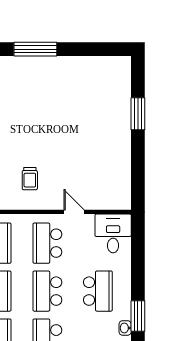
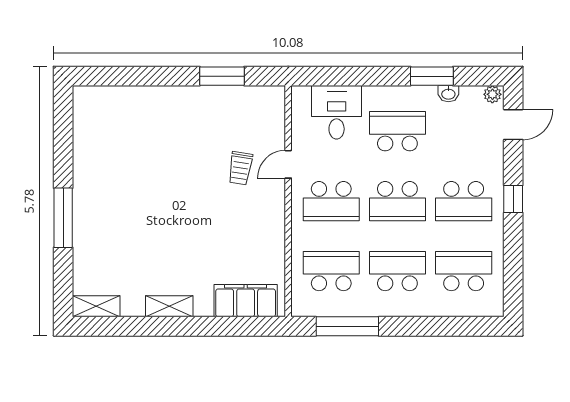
window: (138, 114) -> (222, 76), moved
trolley: (30, 179) -> (240, 168), moved, turned 99
desk: (113, 233) -> (337, 112), moved, turned 90

